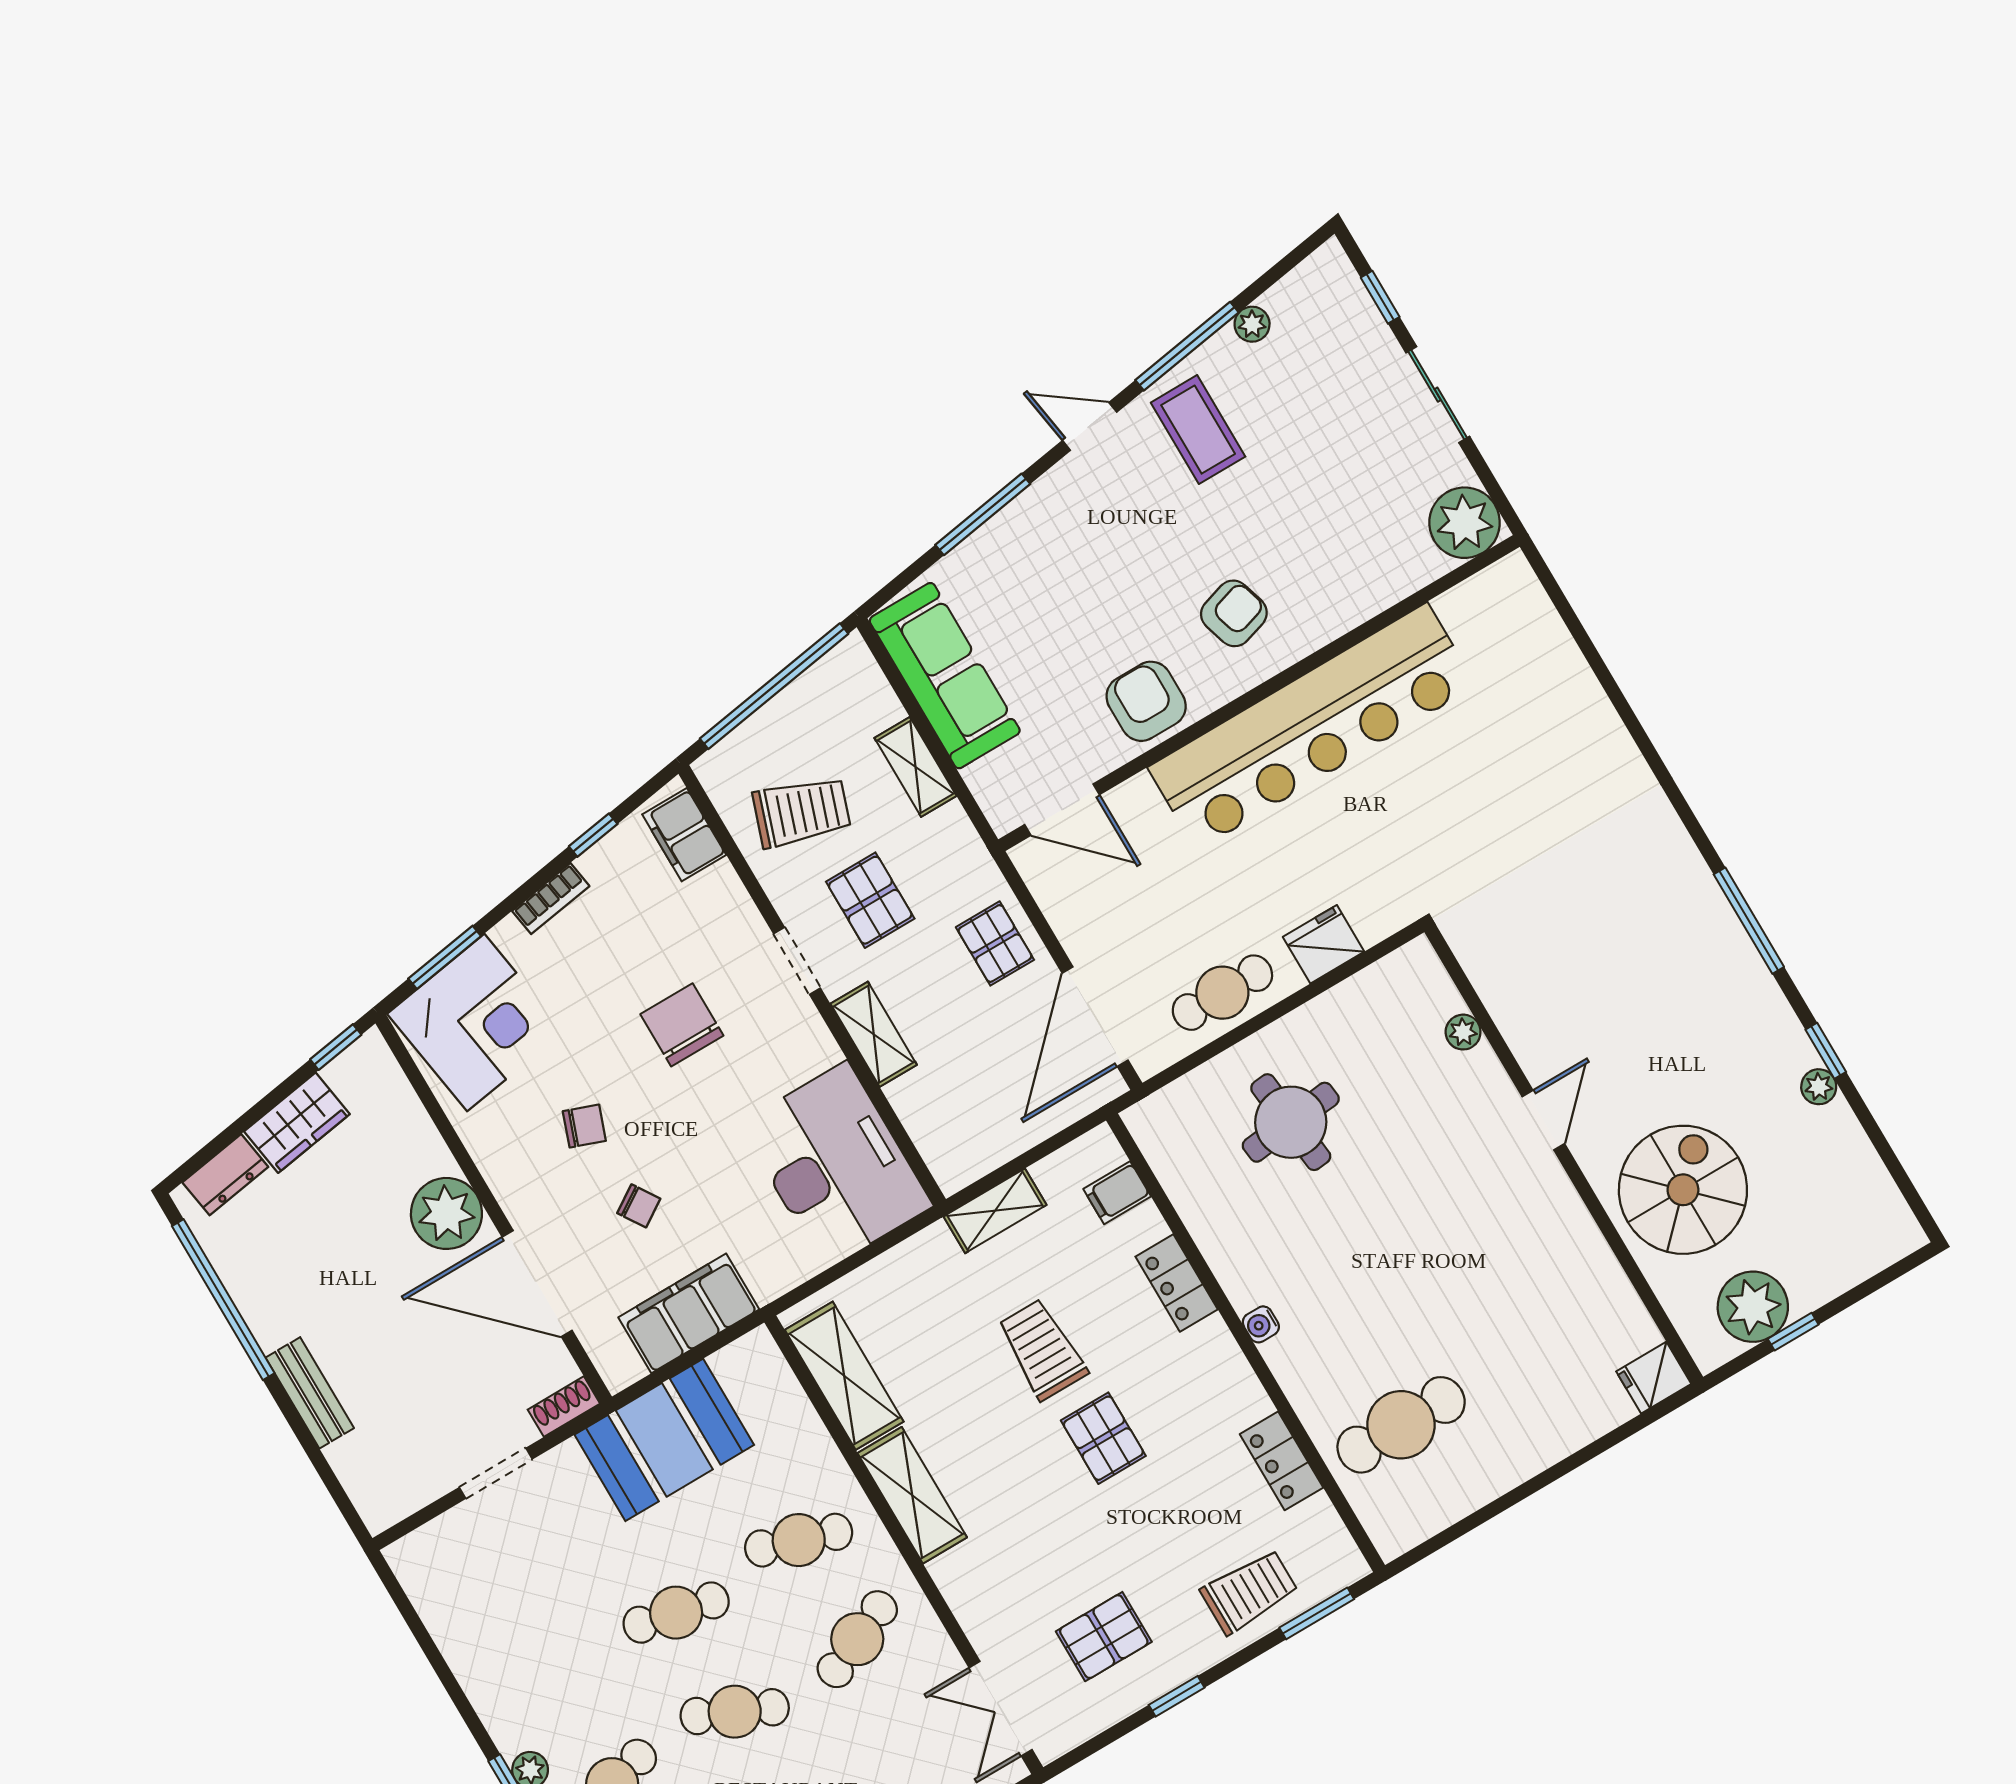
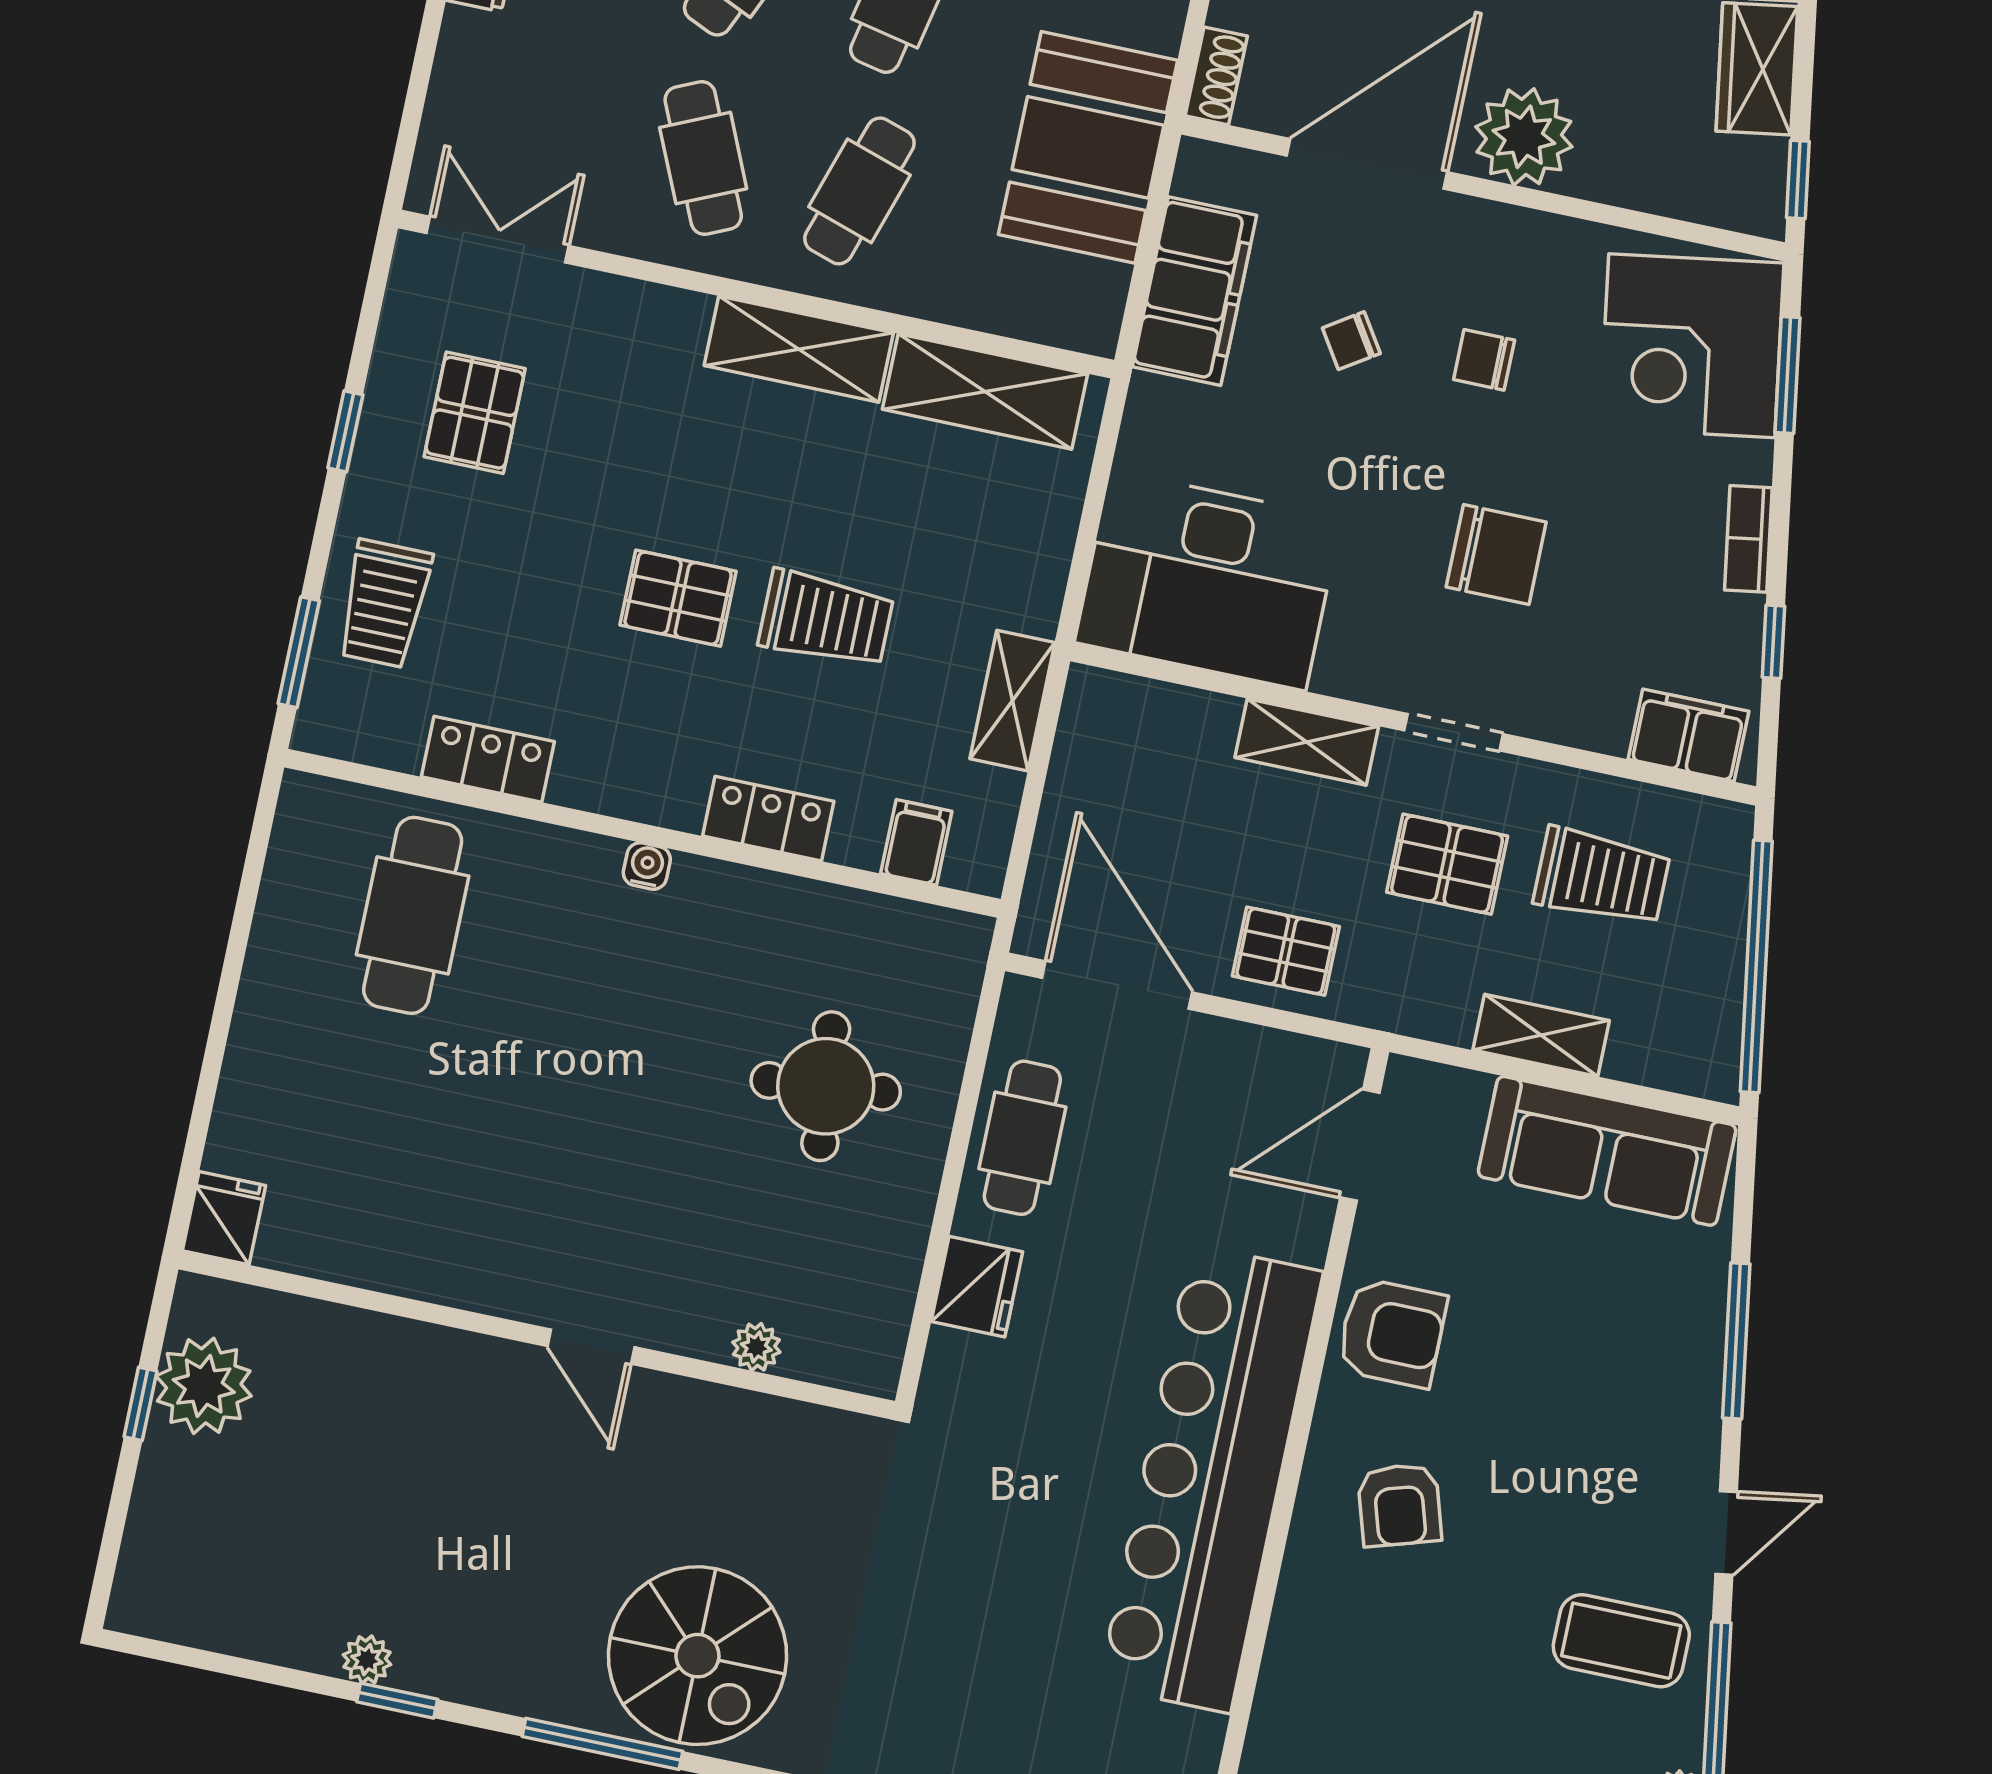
trolley: (802, 812) -> (1602, 877), turned -109
chair: (584, 1126) -> (1484, 360), turned 70
spiral stairs: (1683, 1190) -> (697, 1656), moved

